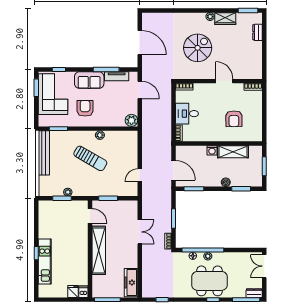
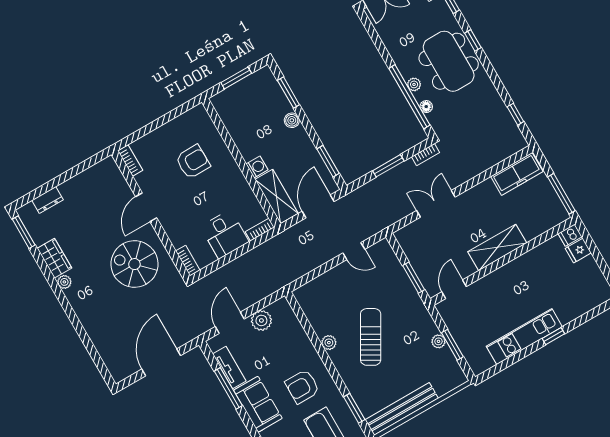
spiral stairs: (198, 48) -> (134, 264), moved
plant: (131, 120) -> (261, 320), moved
shelving: (233, 152) -> (277, 196), moved
shelving: (99, 250) -> (497, 247), width x0.68
kitchen unit: (45, 261) -> (524, 337), moved

